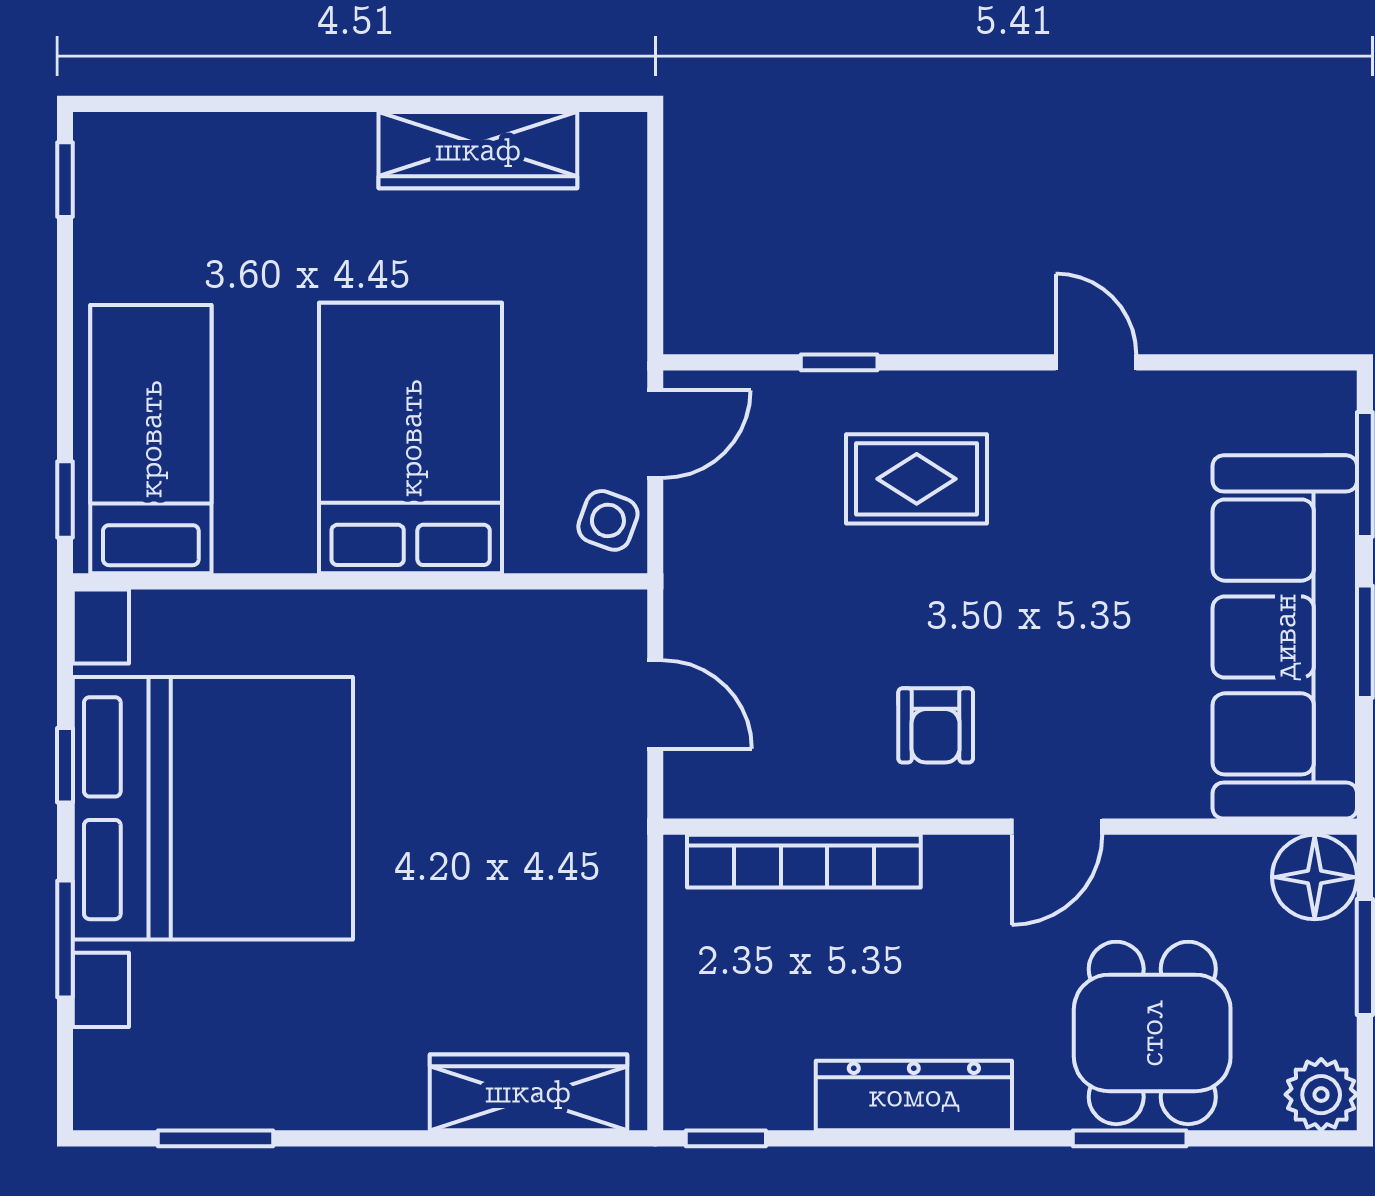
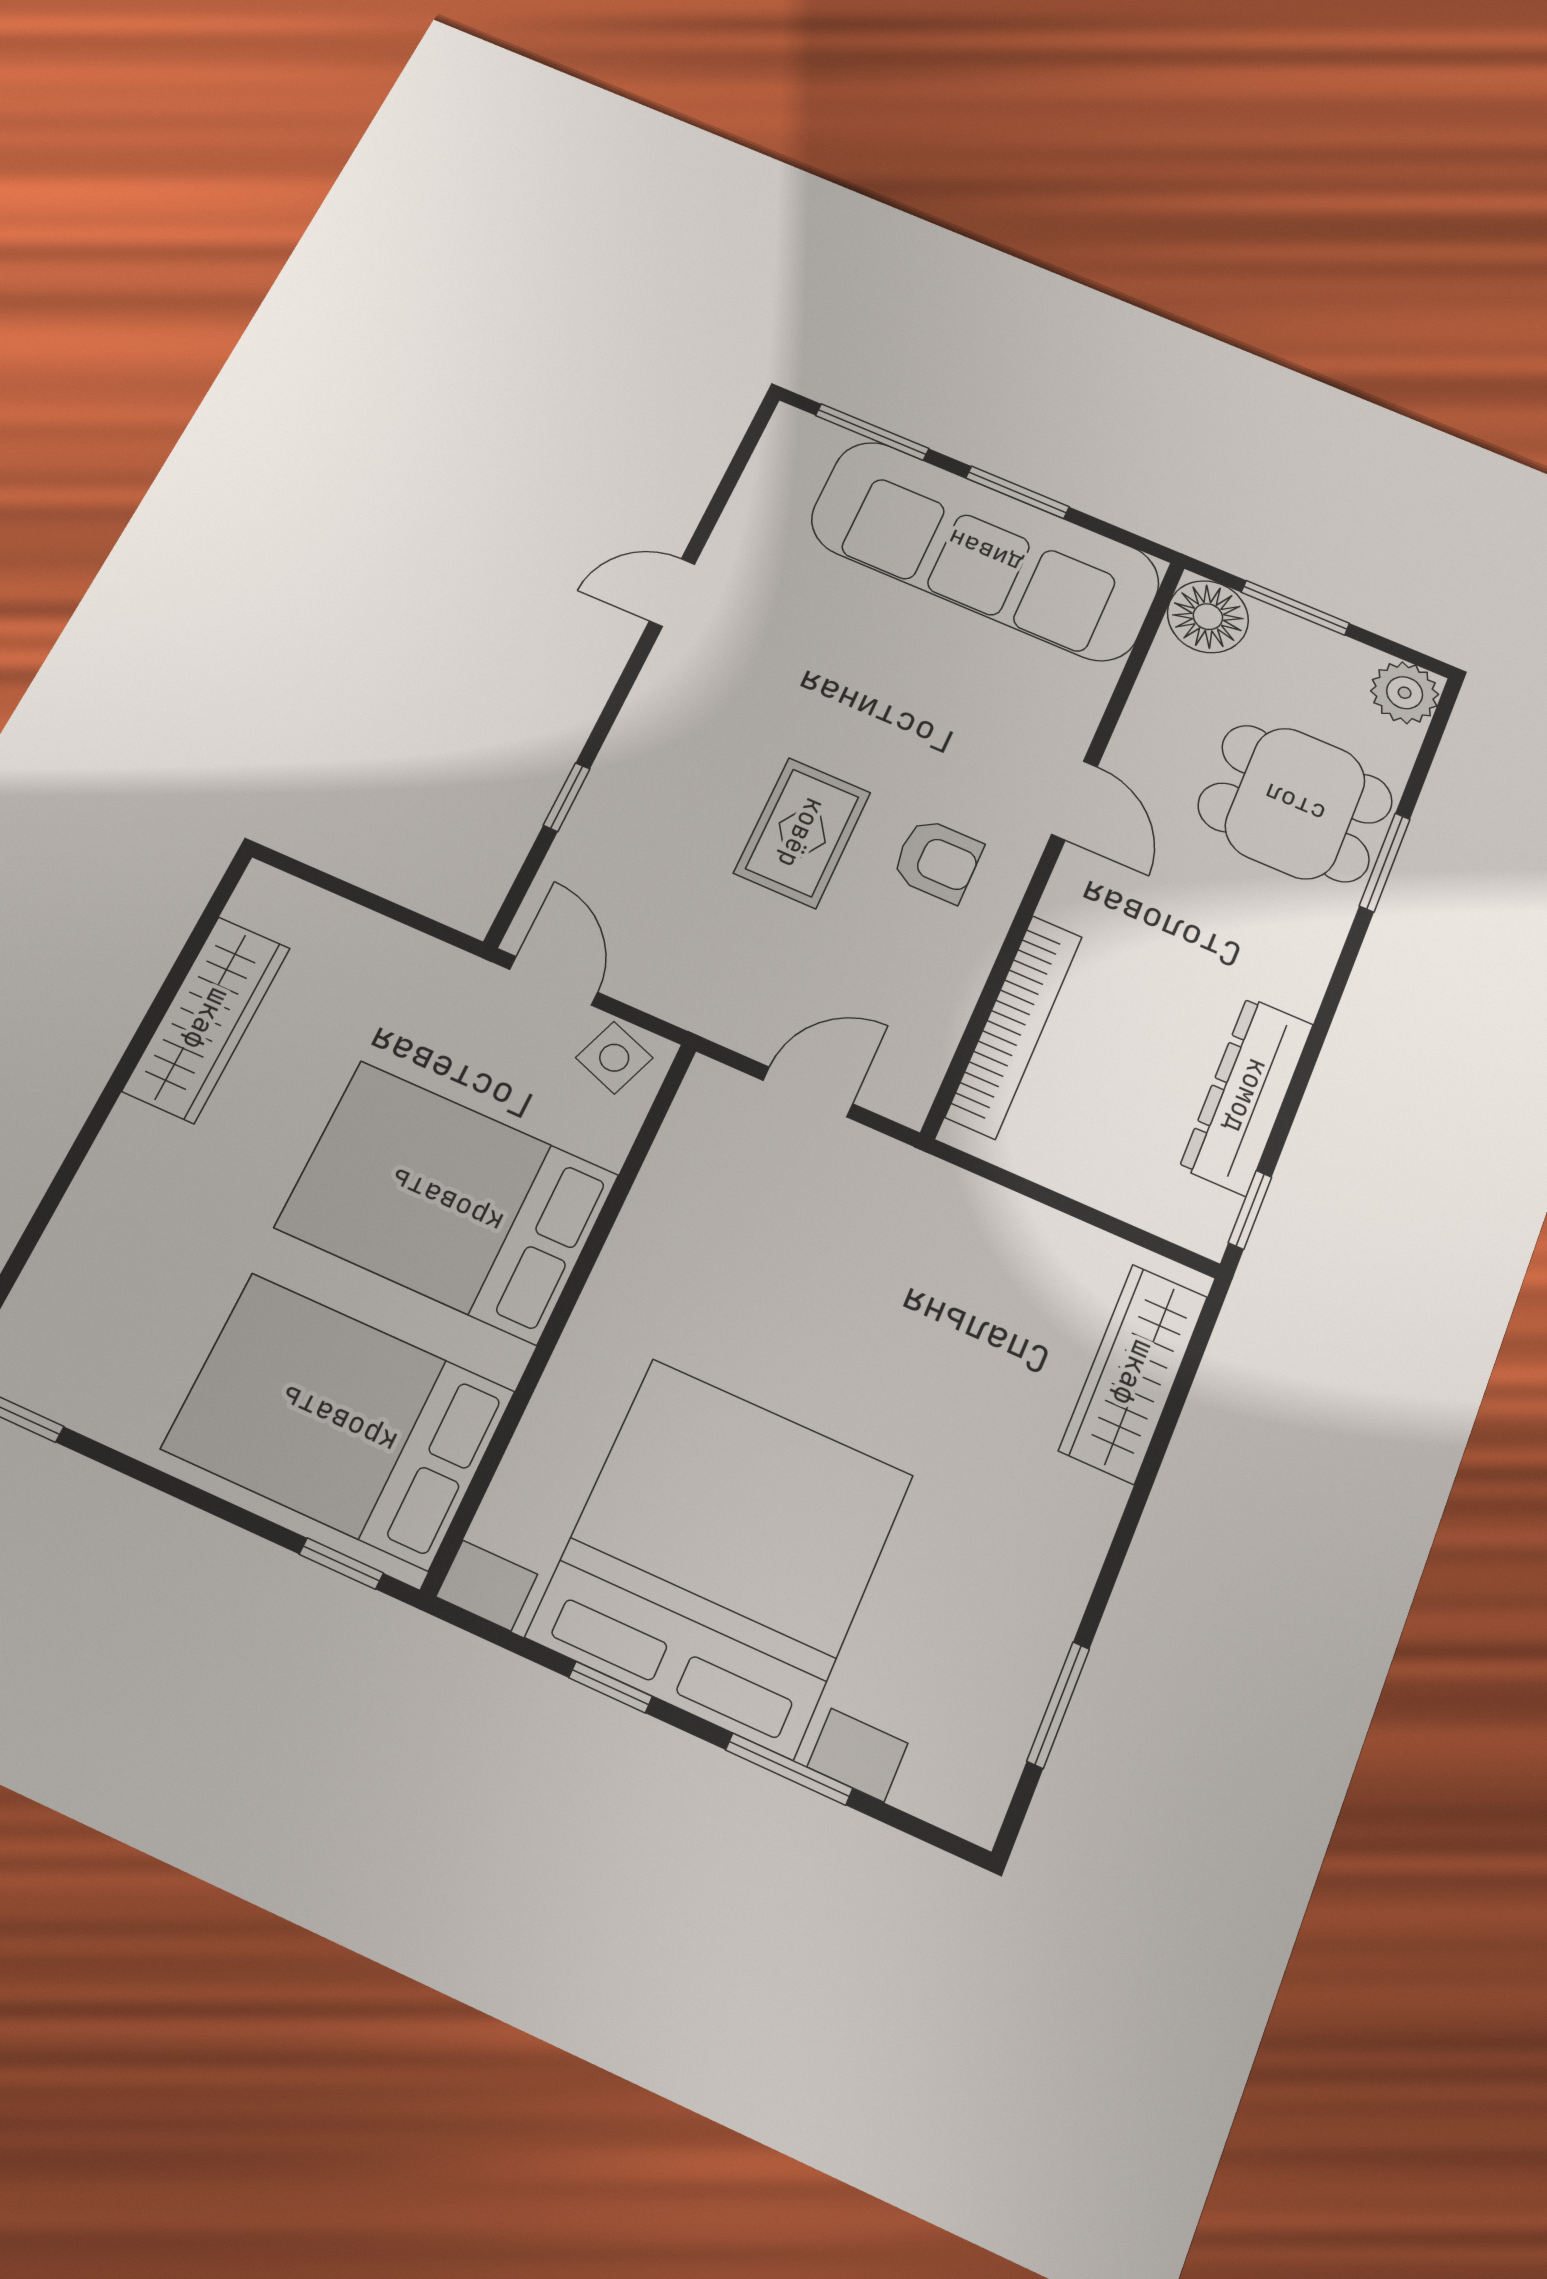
bed: (151, 439) -> (339, 1420), width x1.50
rug: (917, 479) -> (802, 833), moved
dresser: (914, 1096) -> (1247, 1096), moved

